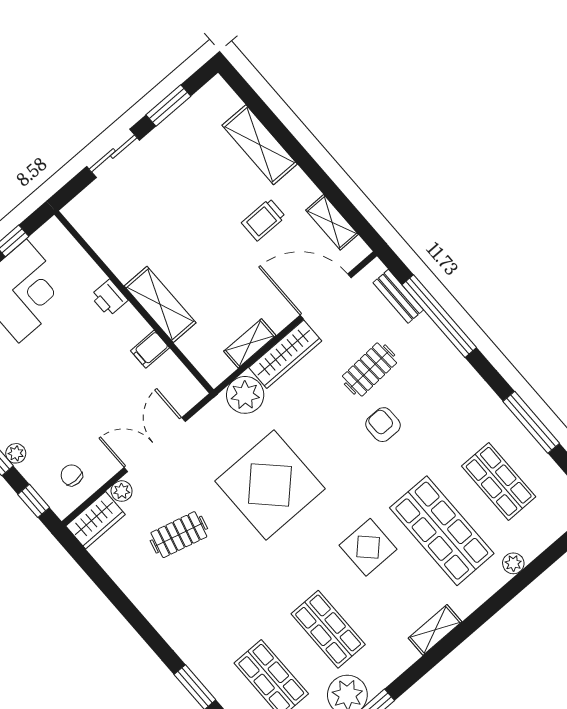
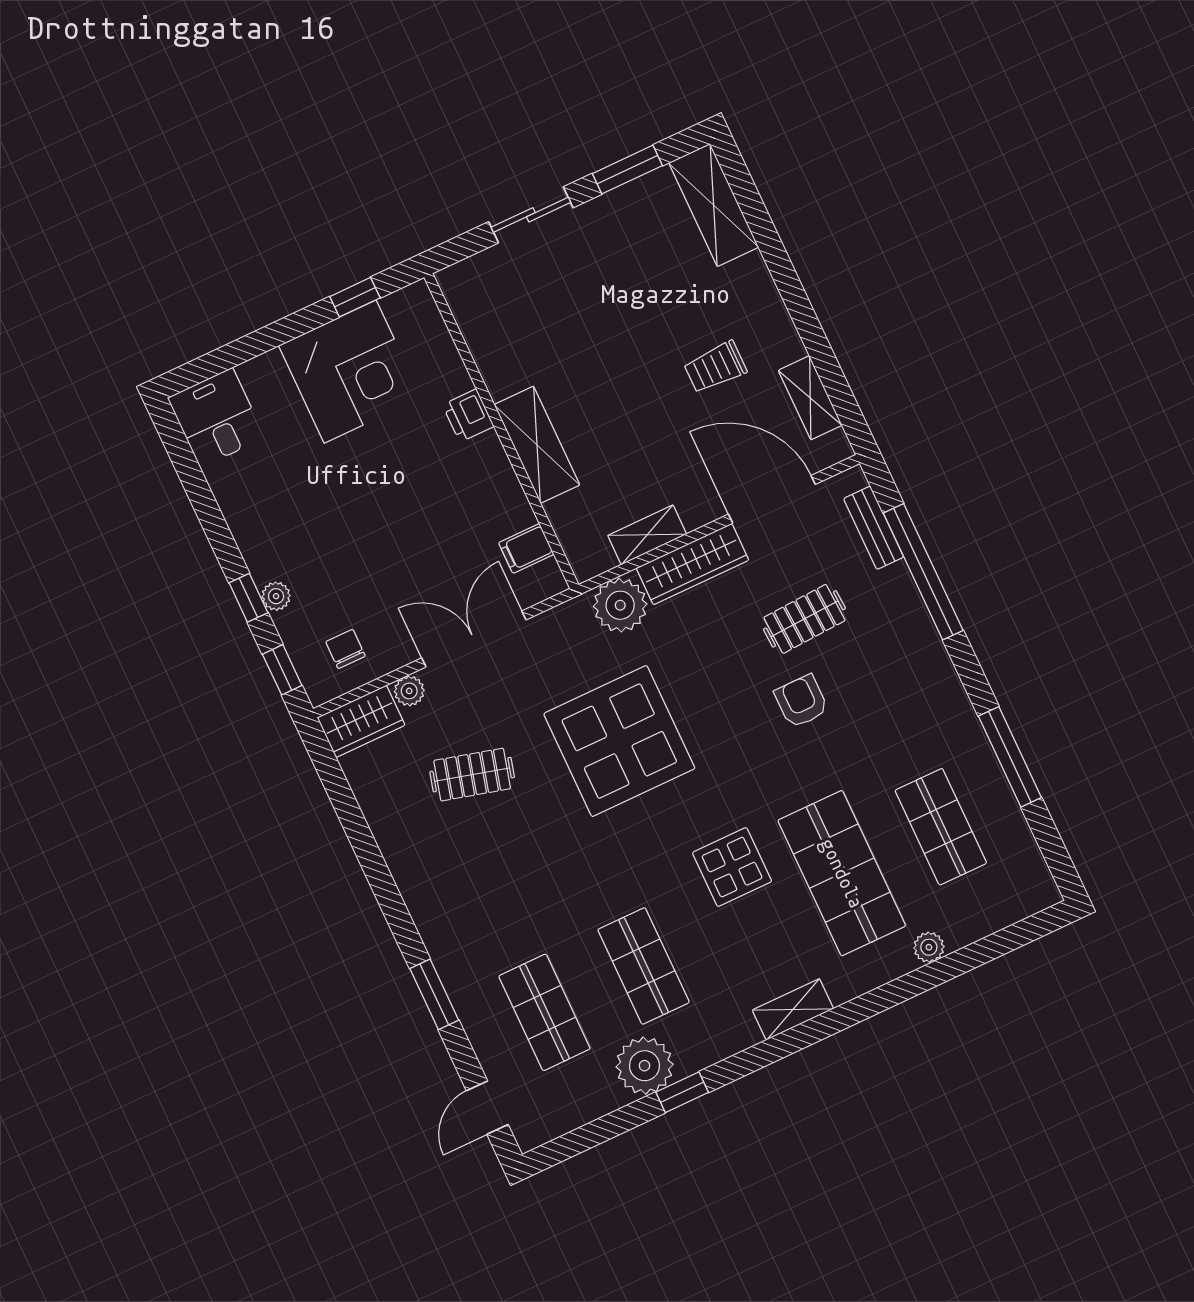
shelving: (260, 145) -> (714, 205), moved
filing cabinet: (150, 349) -> (526, 548), moved

